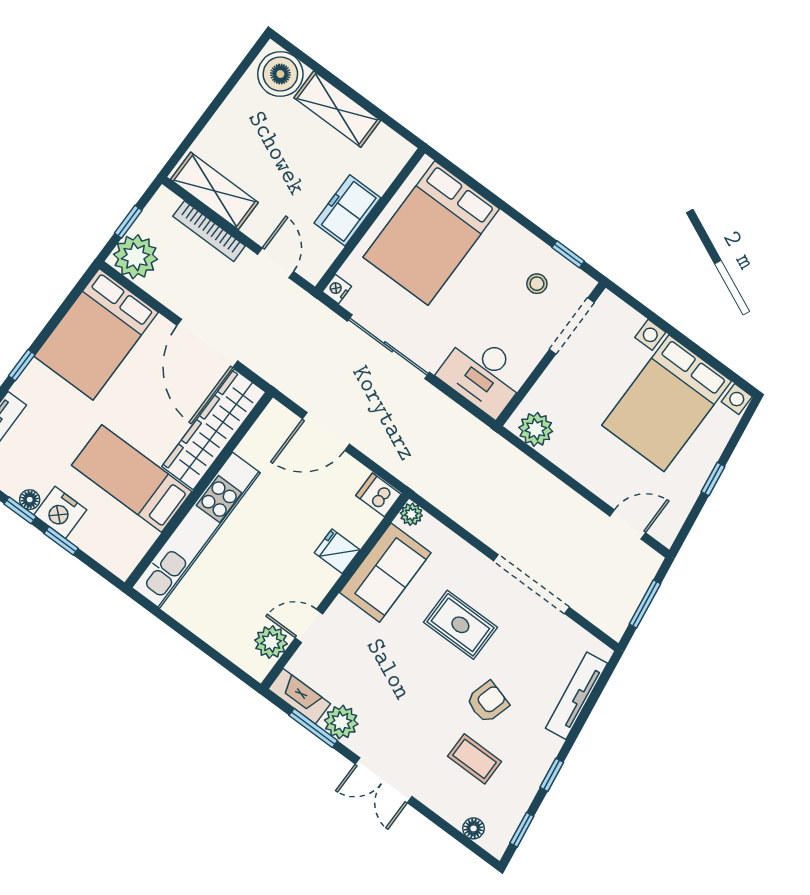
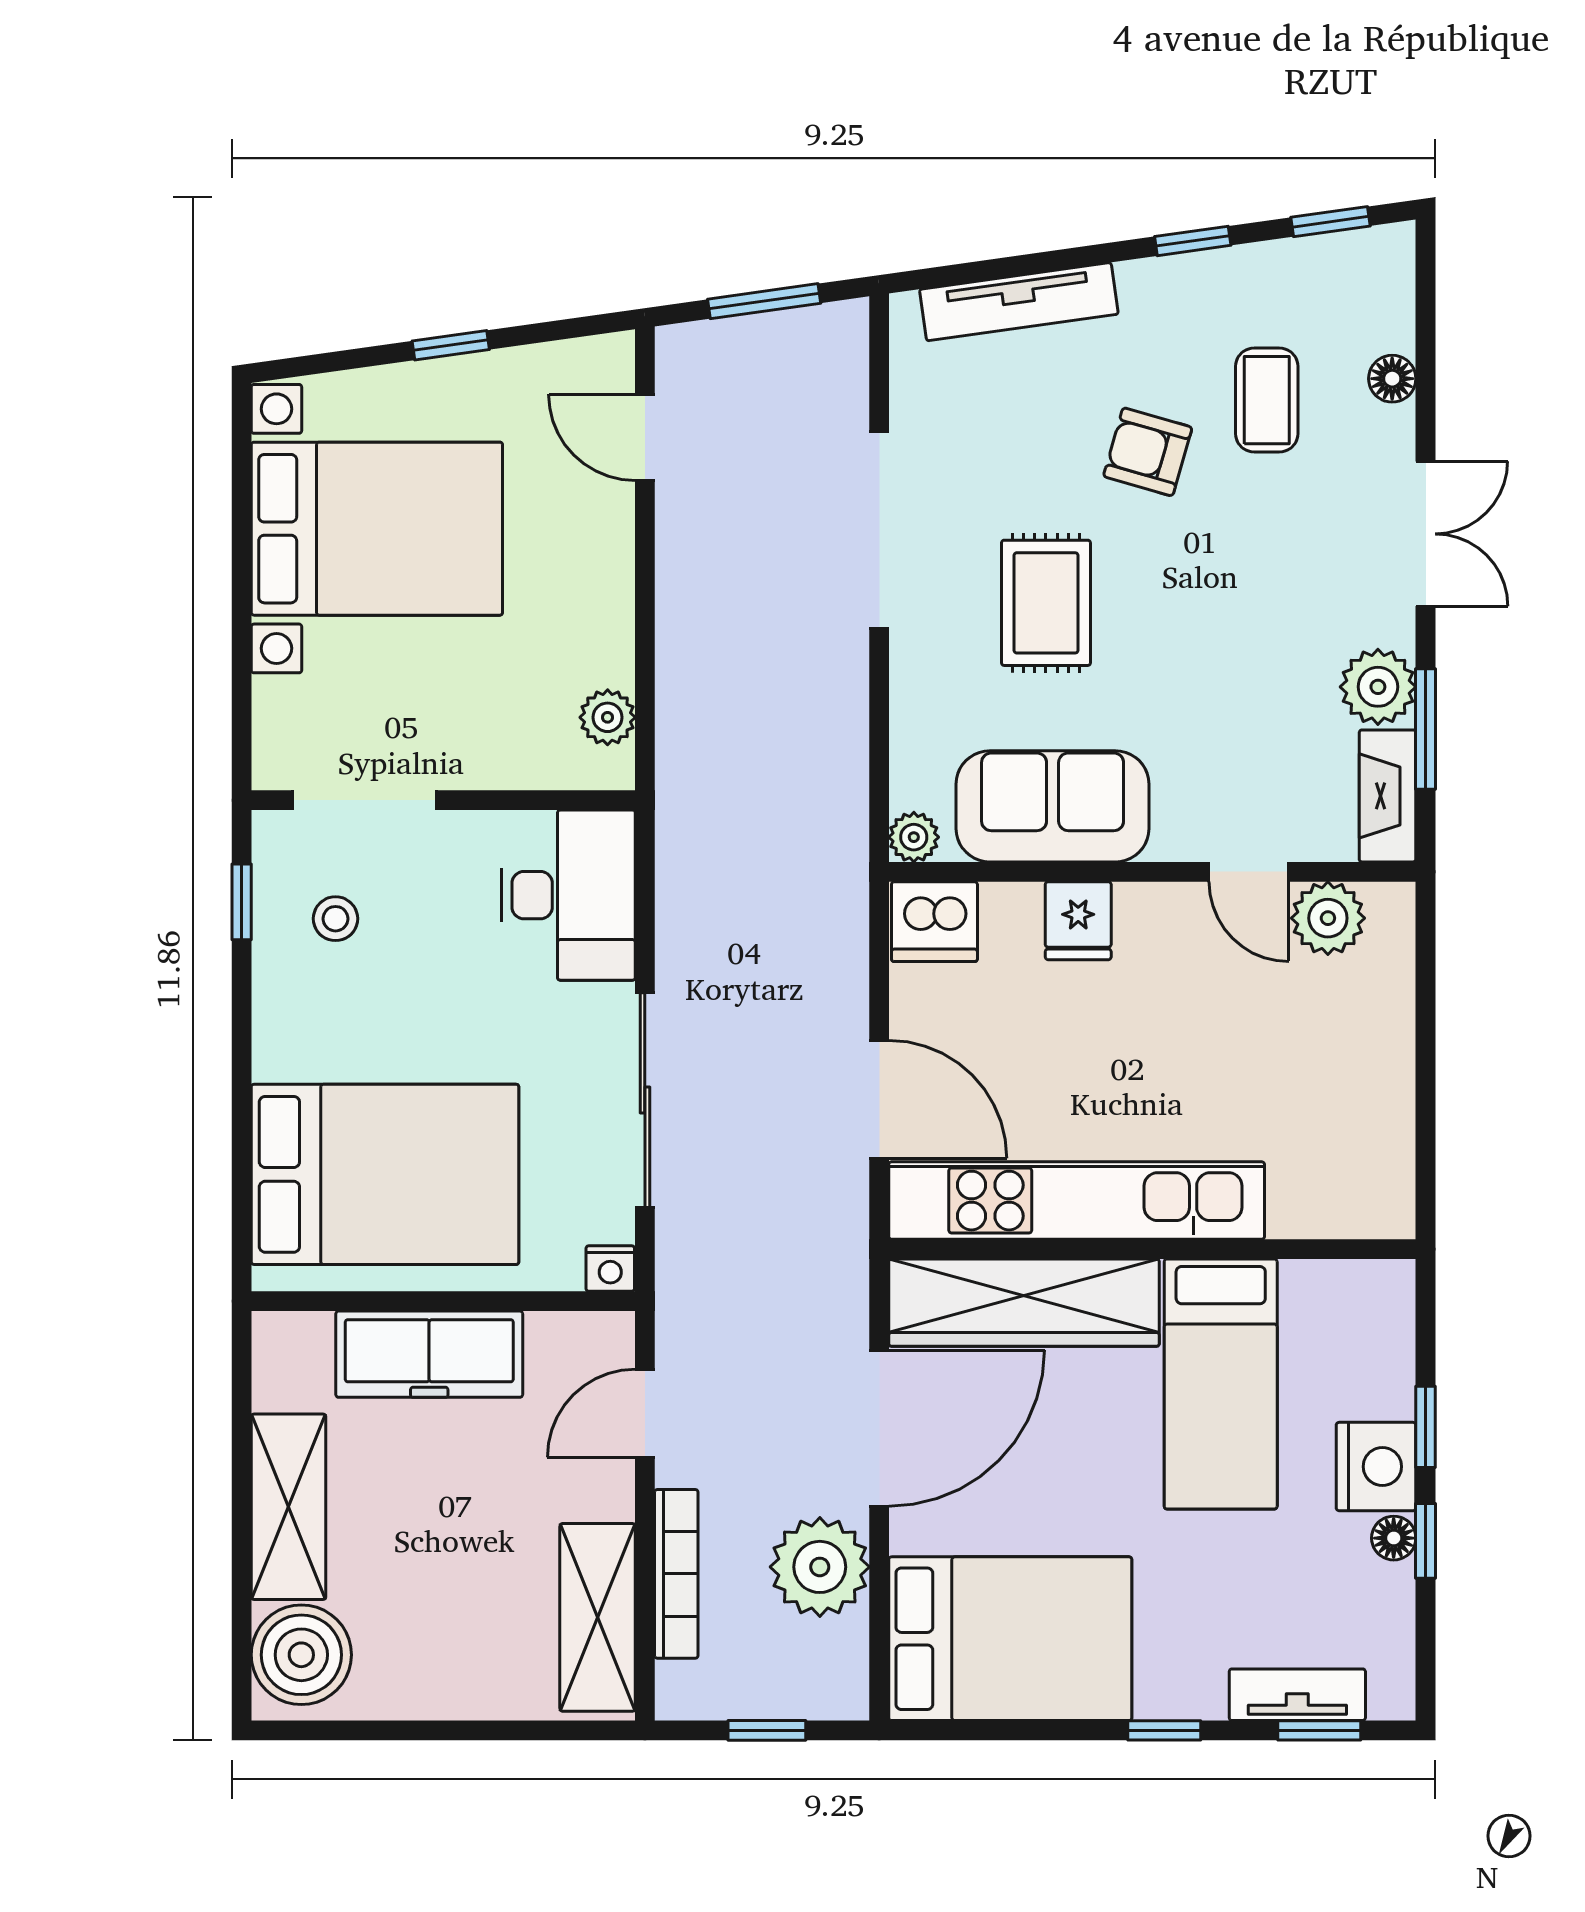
freezer: (347, 210) -> (429, 1354), width x1.40
plant: (135, 257) -> (820, 1567), moved
plant: (536, 429) -> (608, 717), width x0.73, depth x0.73
dishwasher: (378, 495) -> (934, 922), width x1.38
kitchen unit: (196, 530) -> (1077, 1201), moved
floor lamp: (474, 828) -> (1392, 379), moved

